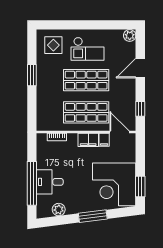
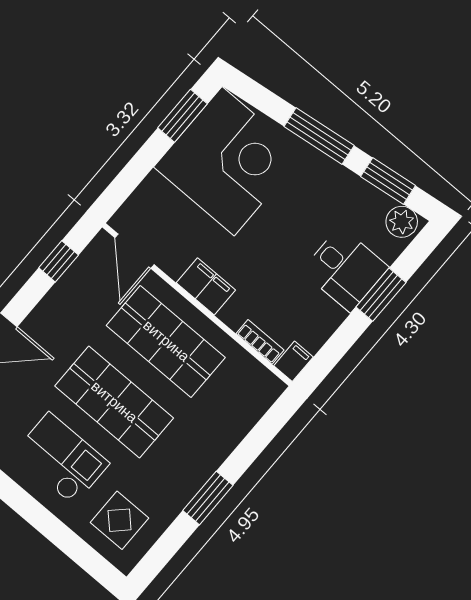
filing cabinet: (104, 140) -> (293, 361), moved
window: (32, 183) -> (381, 295), width x0.47
plant: (59, 210) -> (402, 222), moved
window: (60, 220) -> (388, 181), added

